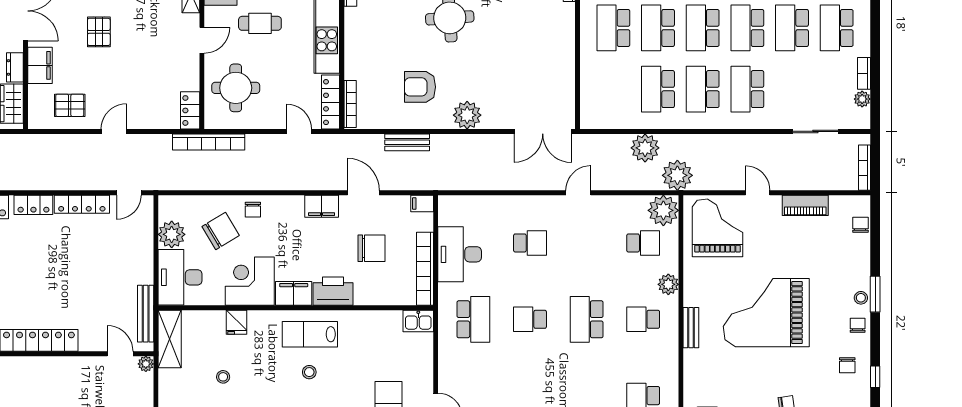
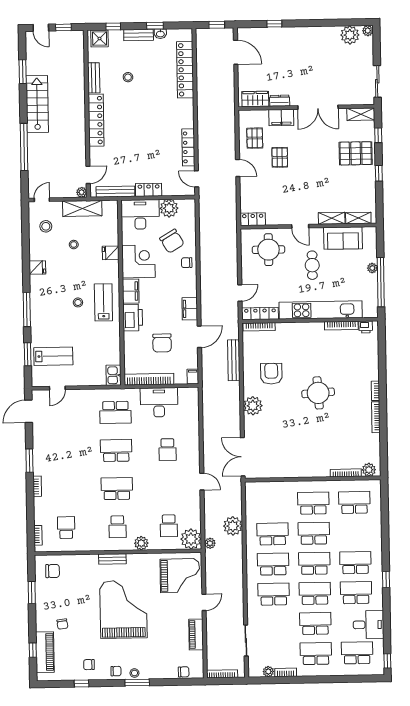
pallet: (99, 32) -> (280, 157), moved, turned 90
bookcase: (209, 142) -> (232, 232), removed
bench: (407, 142) -> (234, 360), width x1.36
plant: (677, 175) -> (210, 543), width x0.53, depth x0.53
locker: (33, 205) -> (149, 190), moved, turned 90
school desk: (530, 319) -> (116, 450), width x1.85
school desk: (643, 319) -> (117, 527), turned 180
shelving: (170, 339) -> (82, 208), moved

